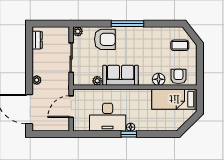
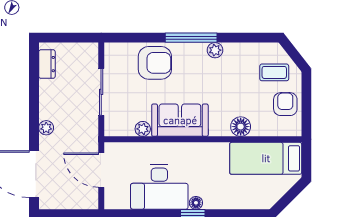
plant: (78, 31) -> (215, 50), moved
armchair: (178, 76) -> (285, 104), moved
door: (71, 107) -> (101, 170), hinge flipped

